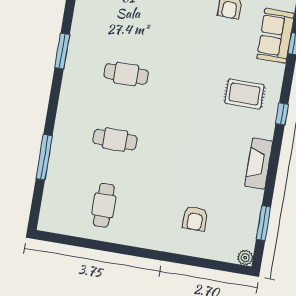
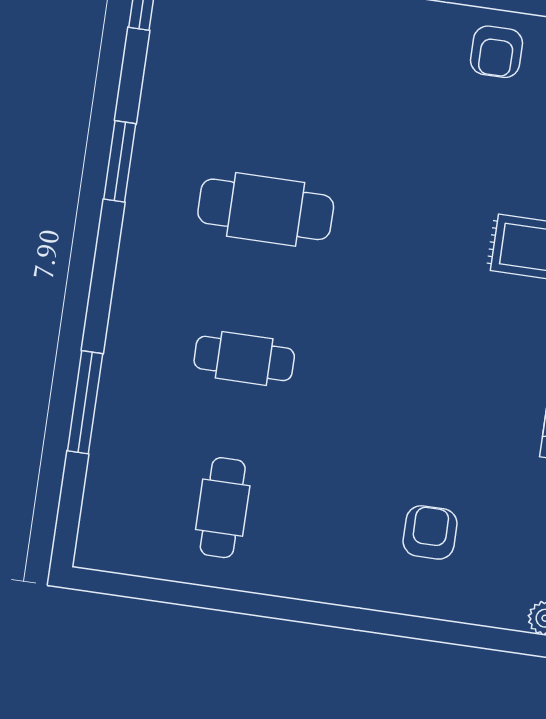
cafe table: (126, 74) -> (266, 209), width x1.37, depth x1.35
armchair: (195, 218) -> (430, 532), turned 180

